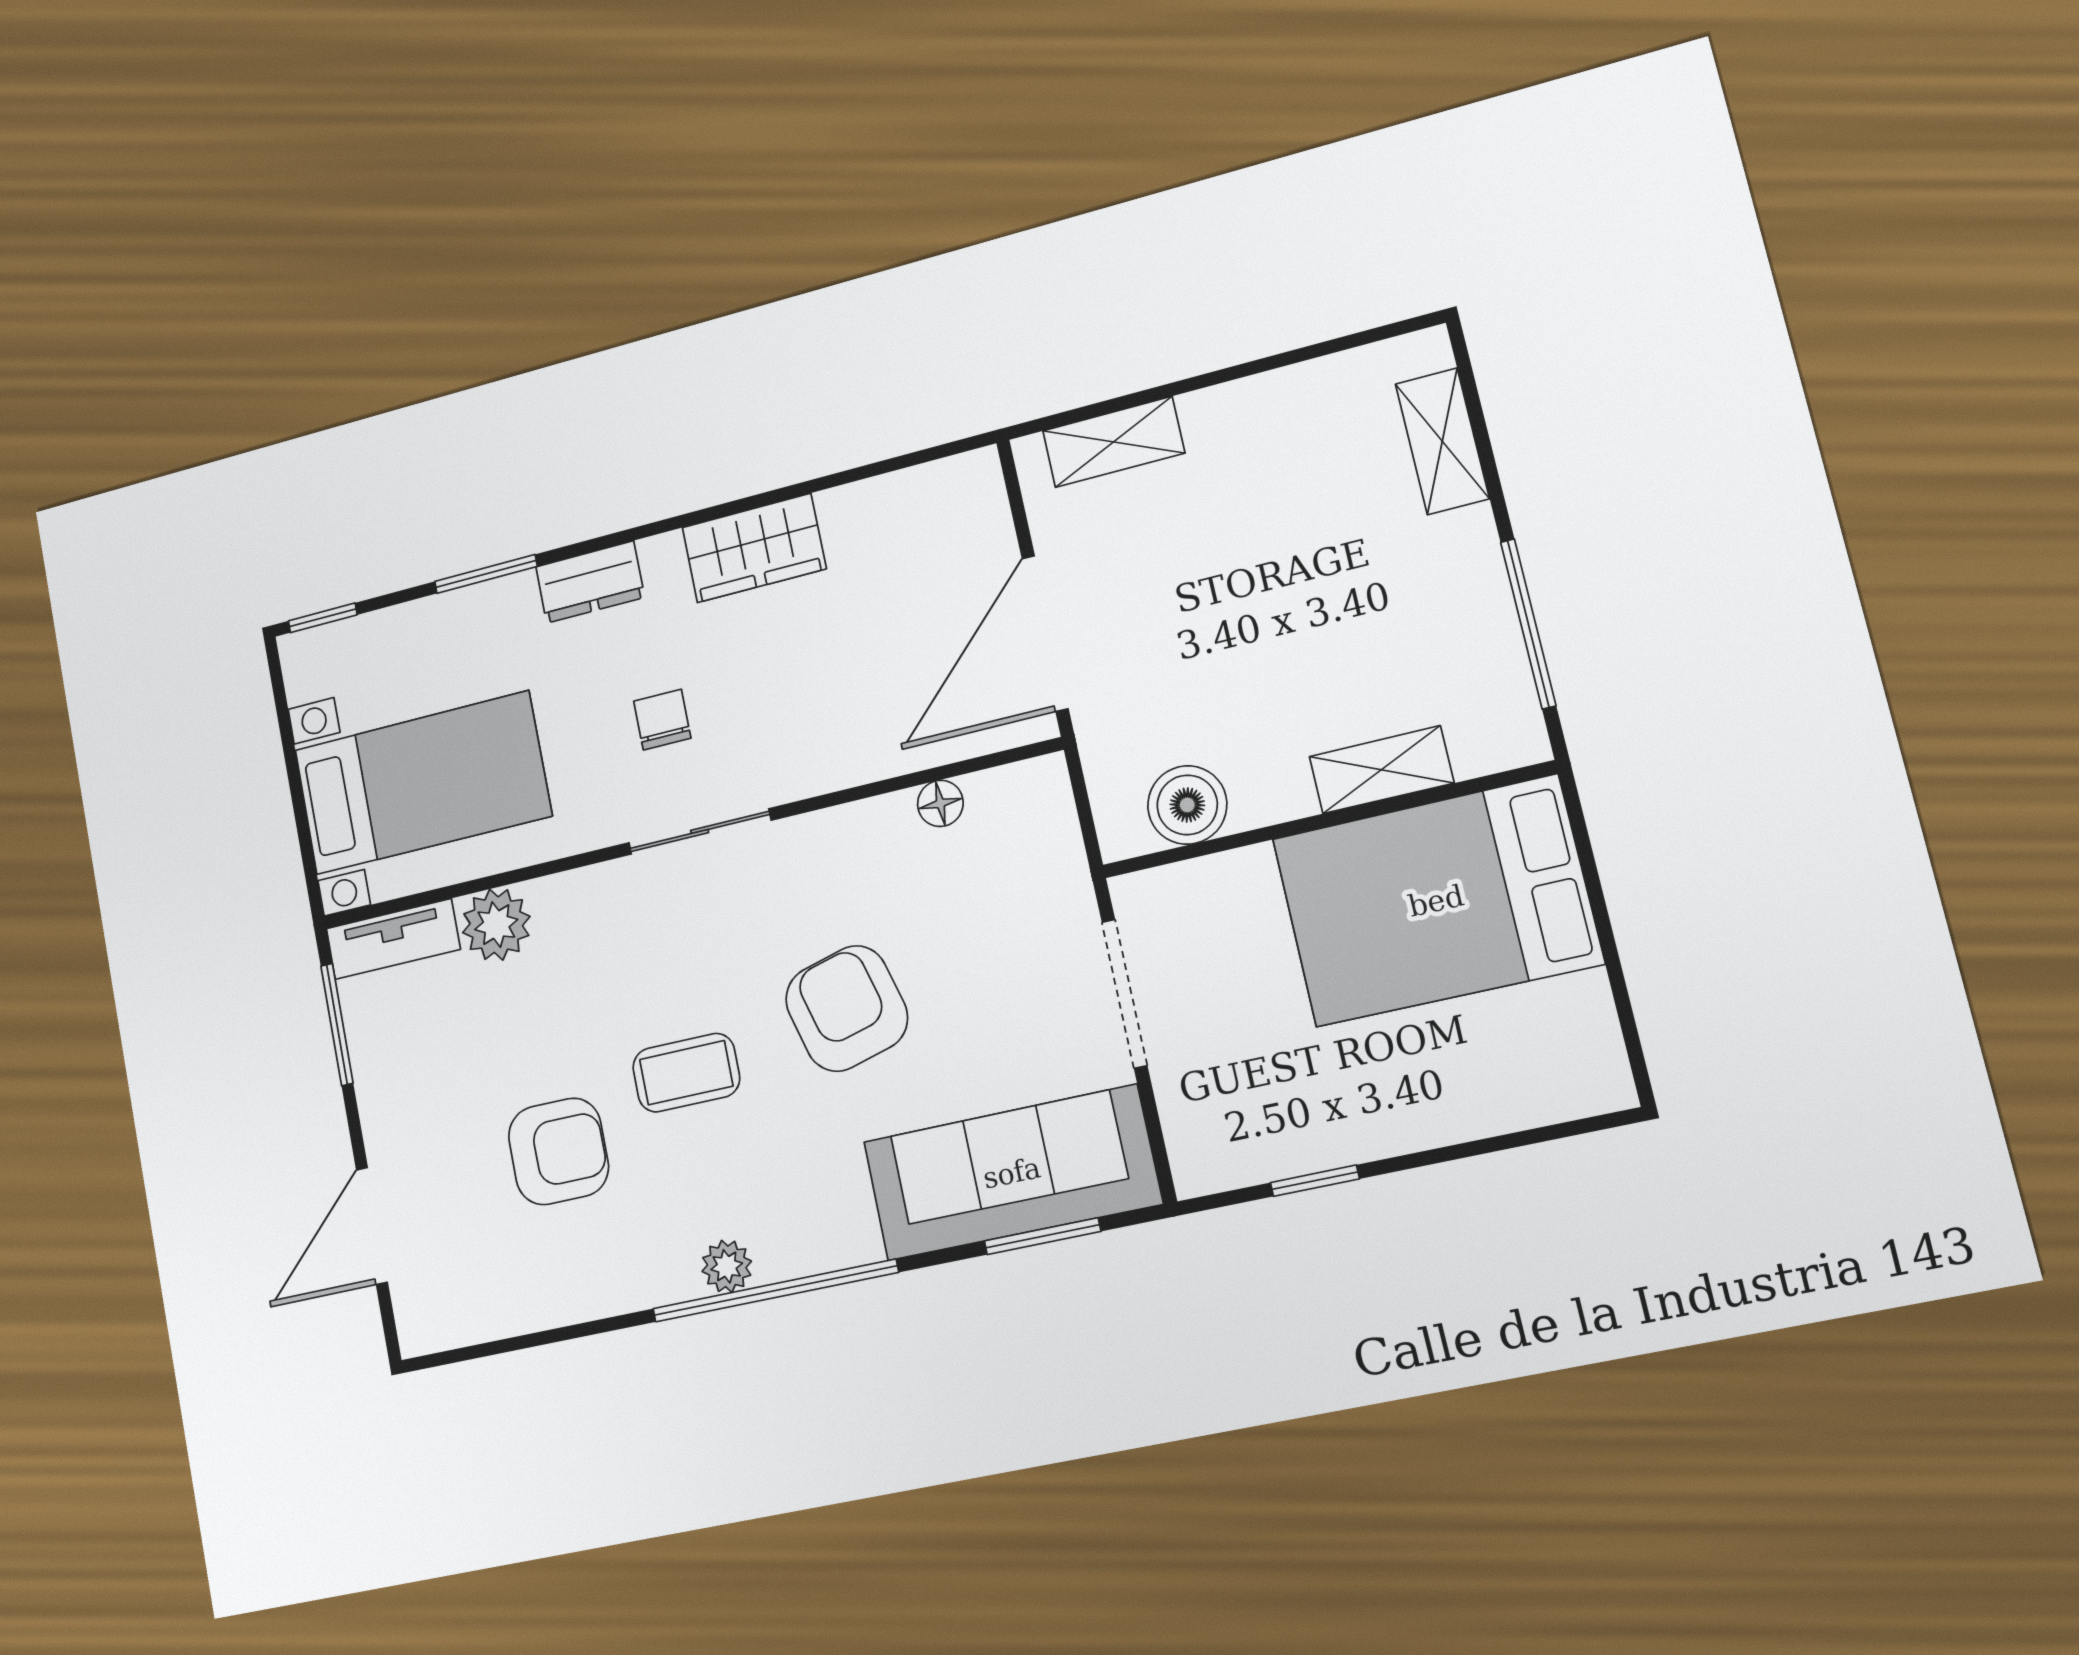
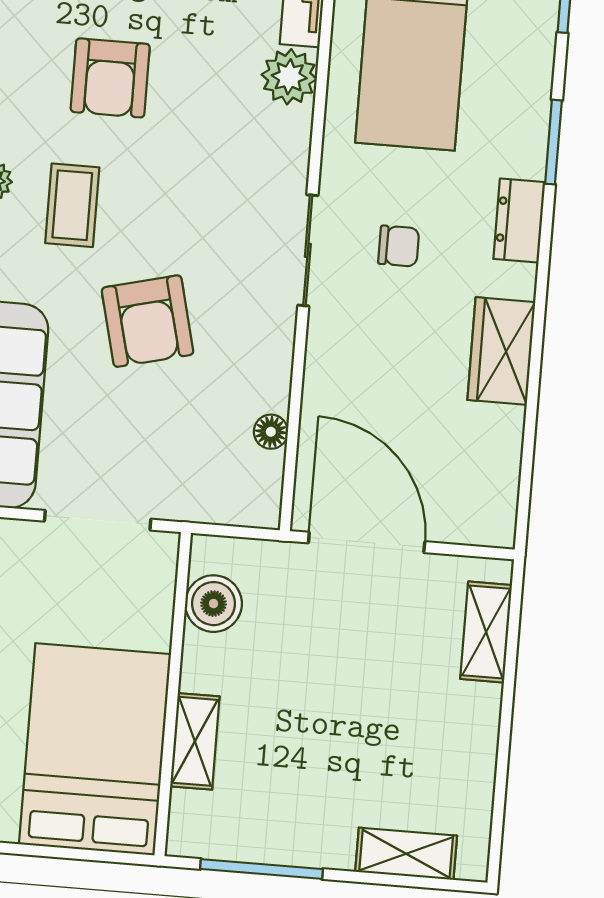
armchair: (847, 1008) -> (148, 321), turned 91
coffee table: (686, 1073) -> (72, 205), moved

